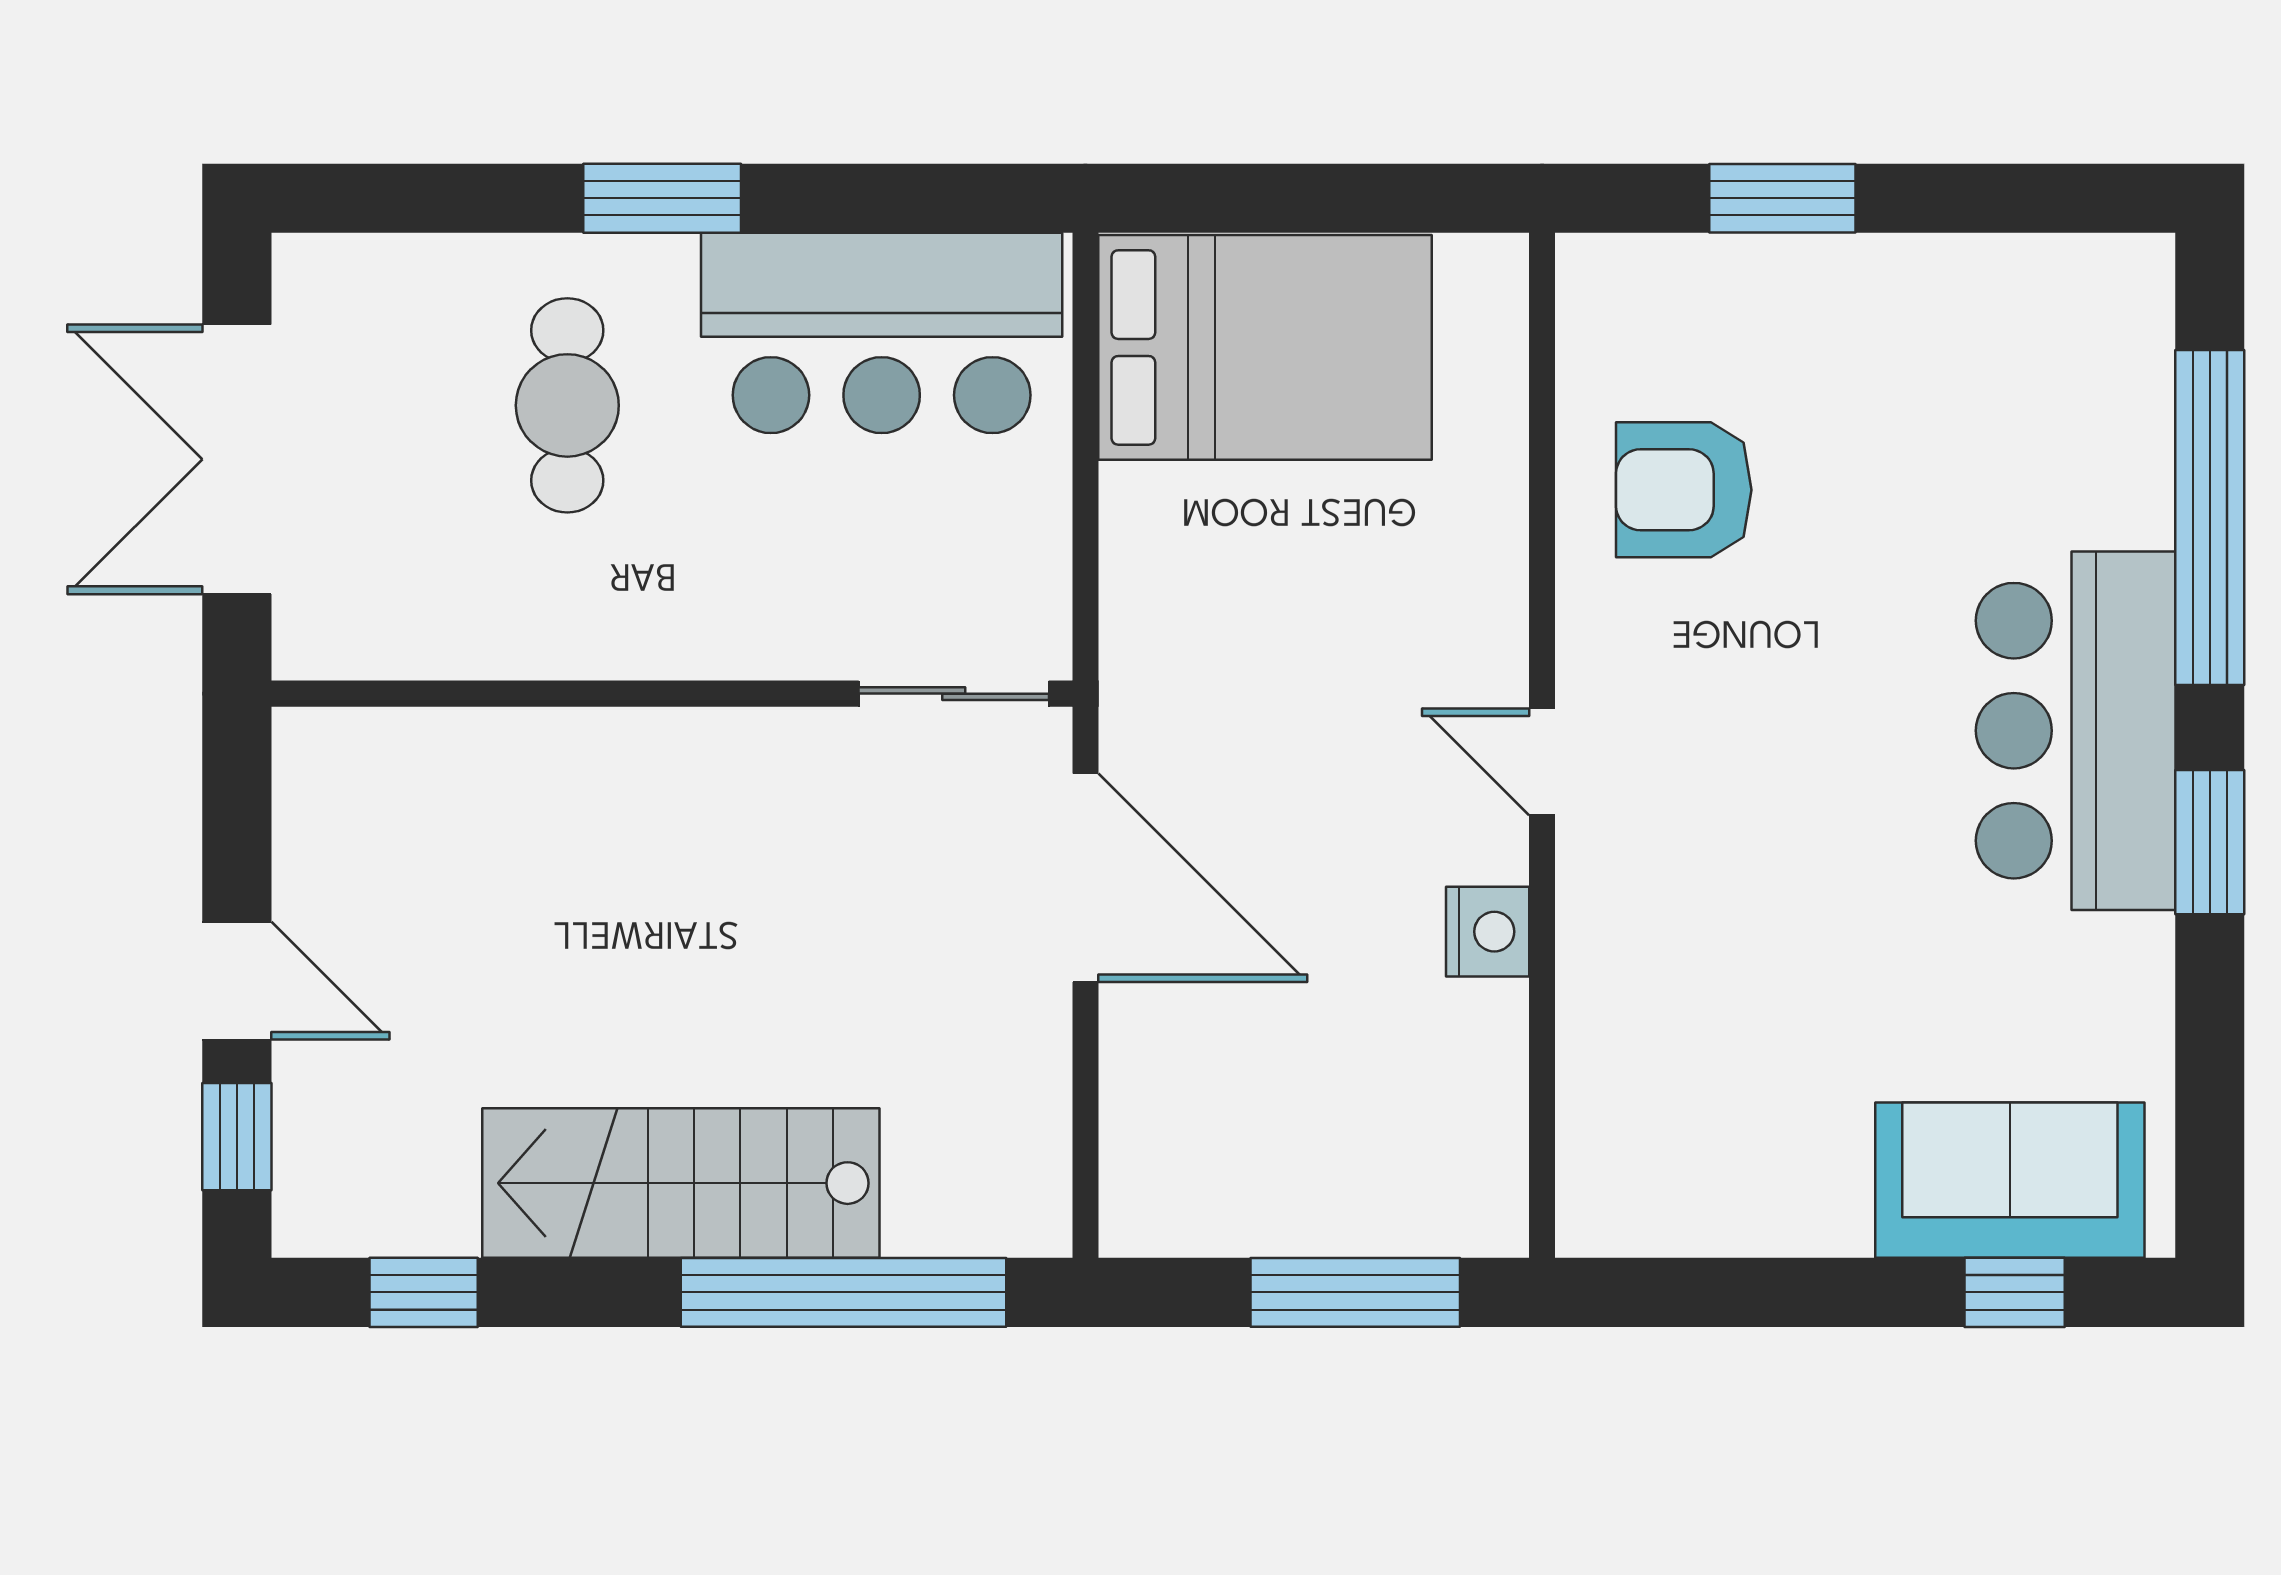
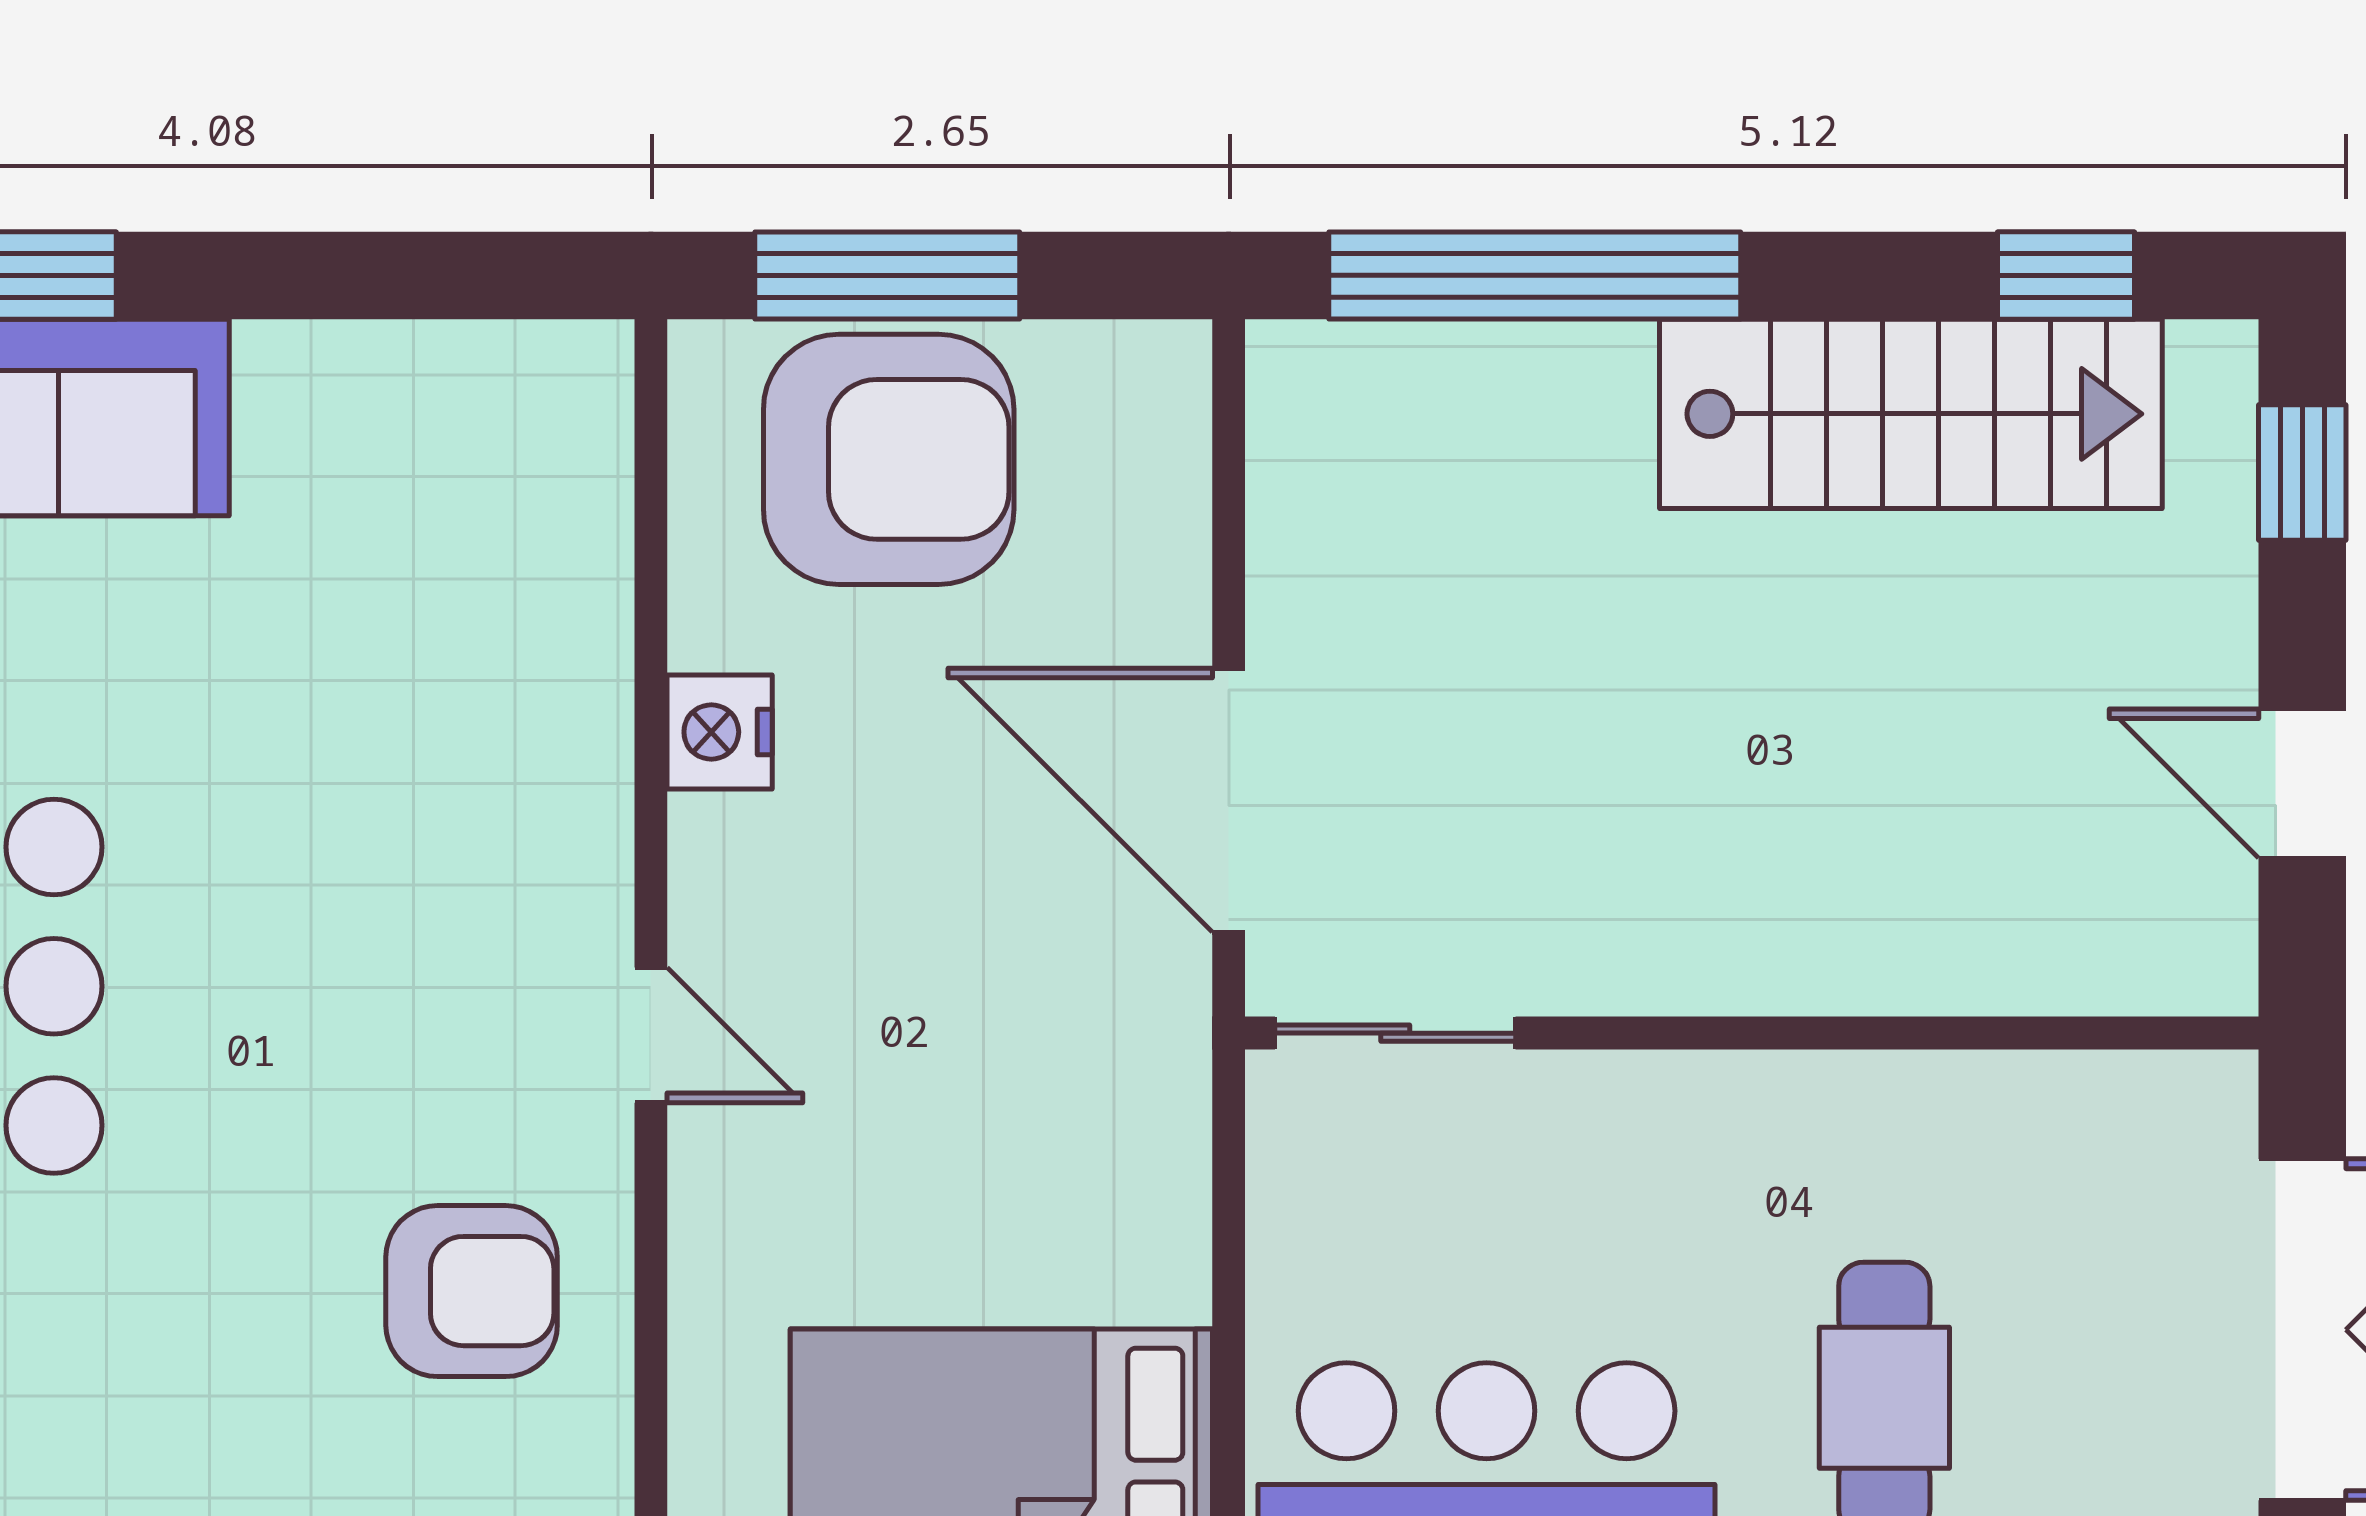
door: (1542, 762) -> (651, 1035), moved
door: (237, 981) -> (2302, 784), moved
armchair: (1354, 1147) -> (889, 459), added
stairs: (681, 1183) -> (1911, 414), moved

